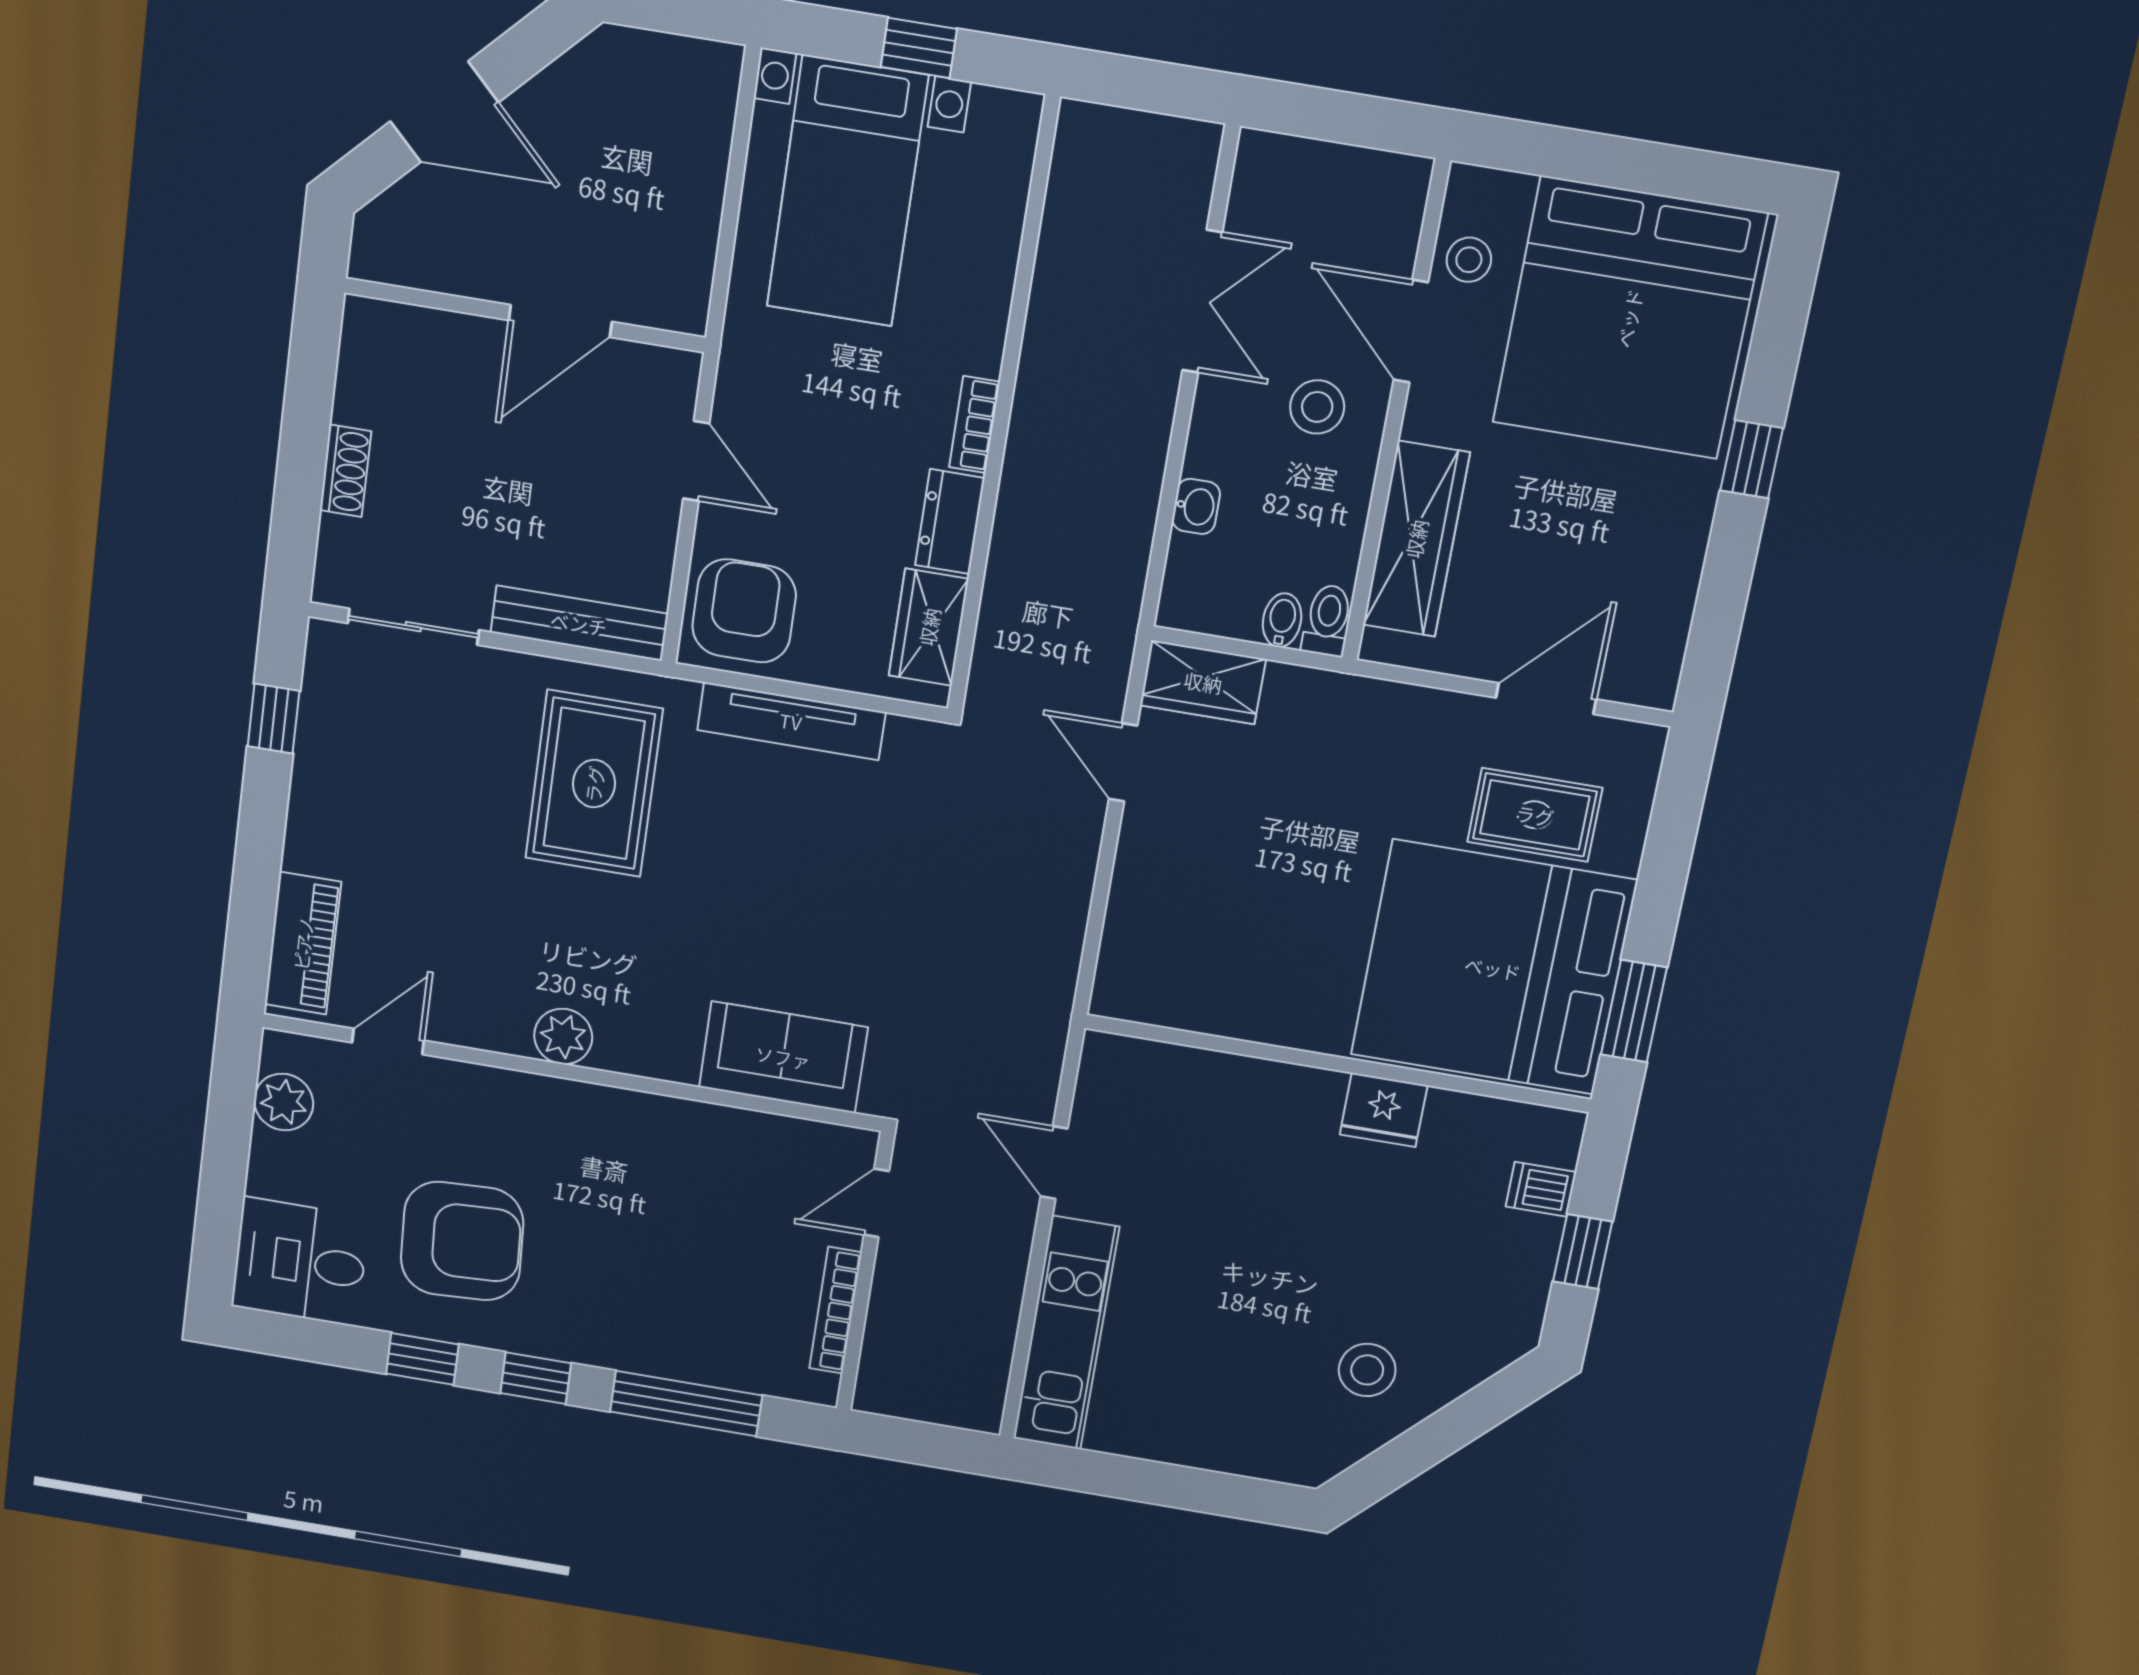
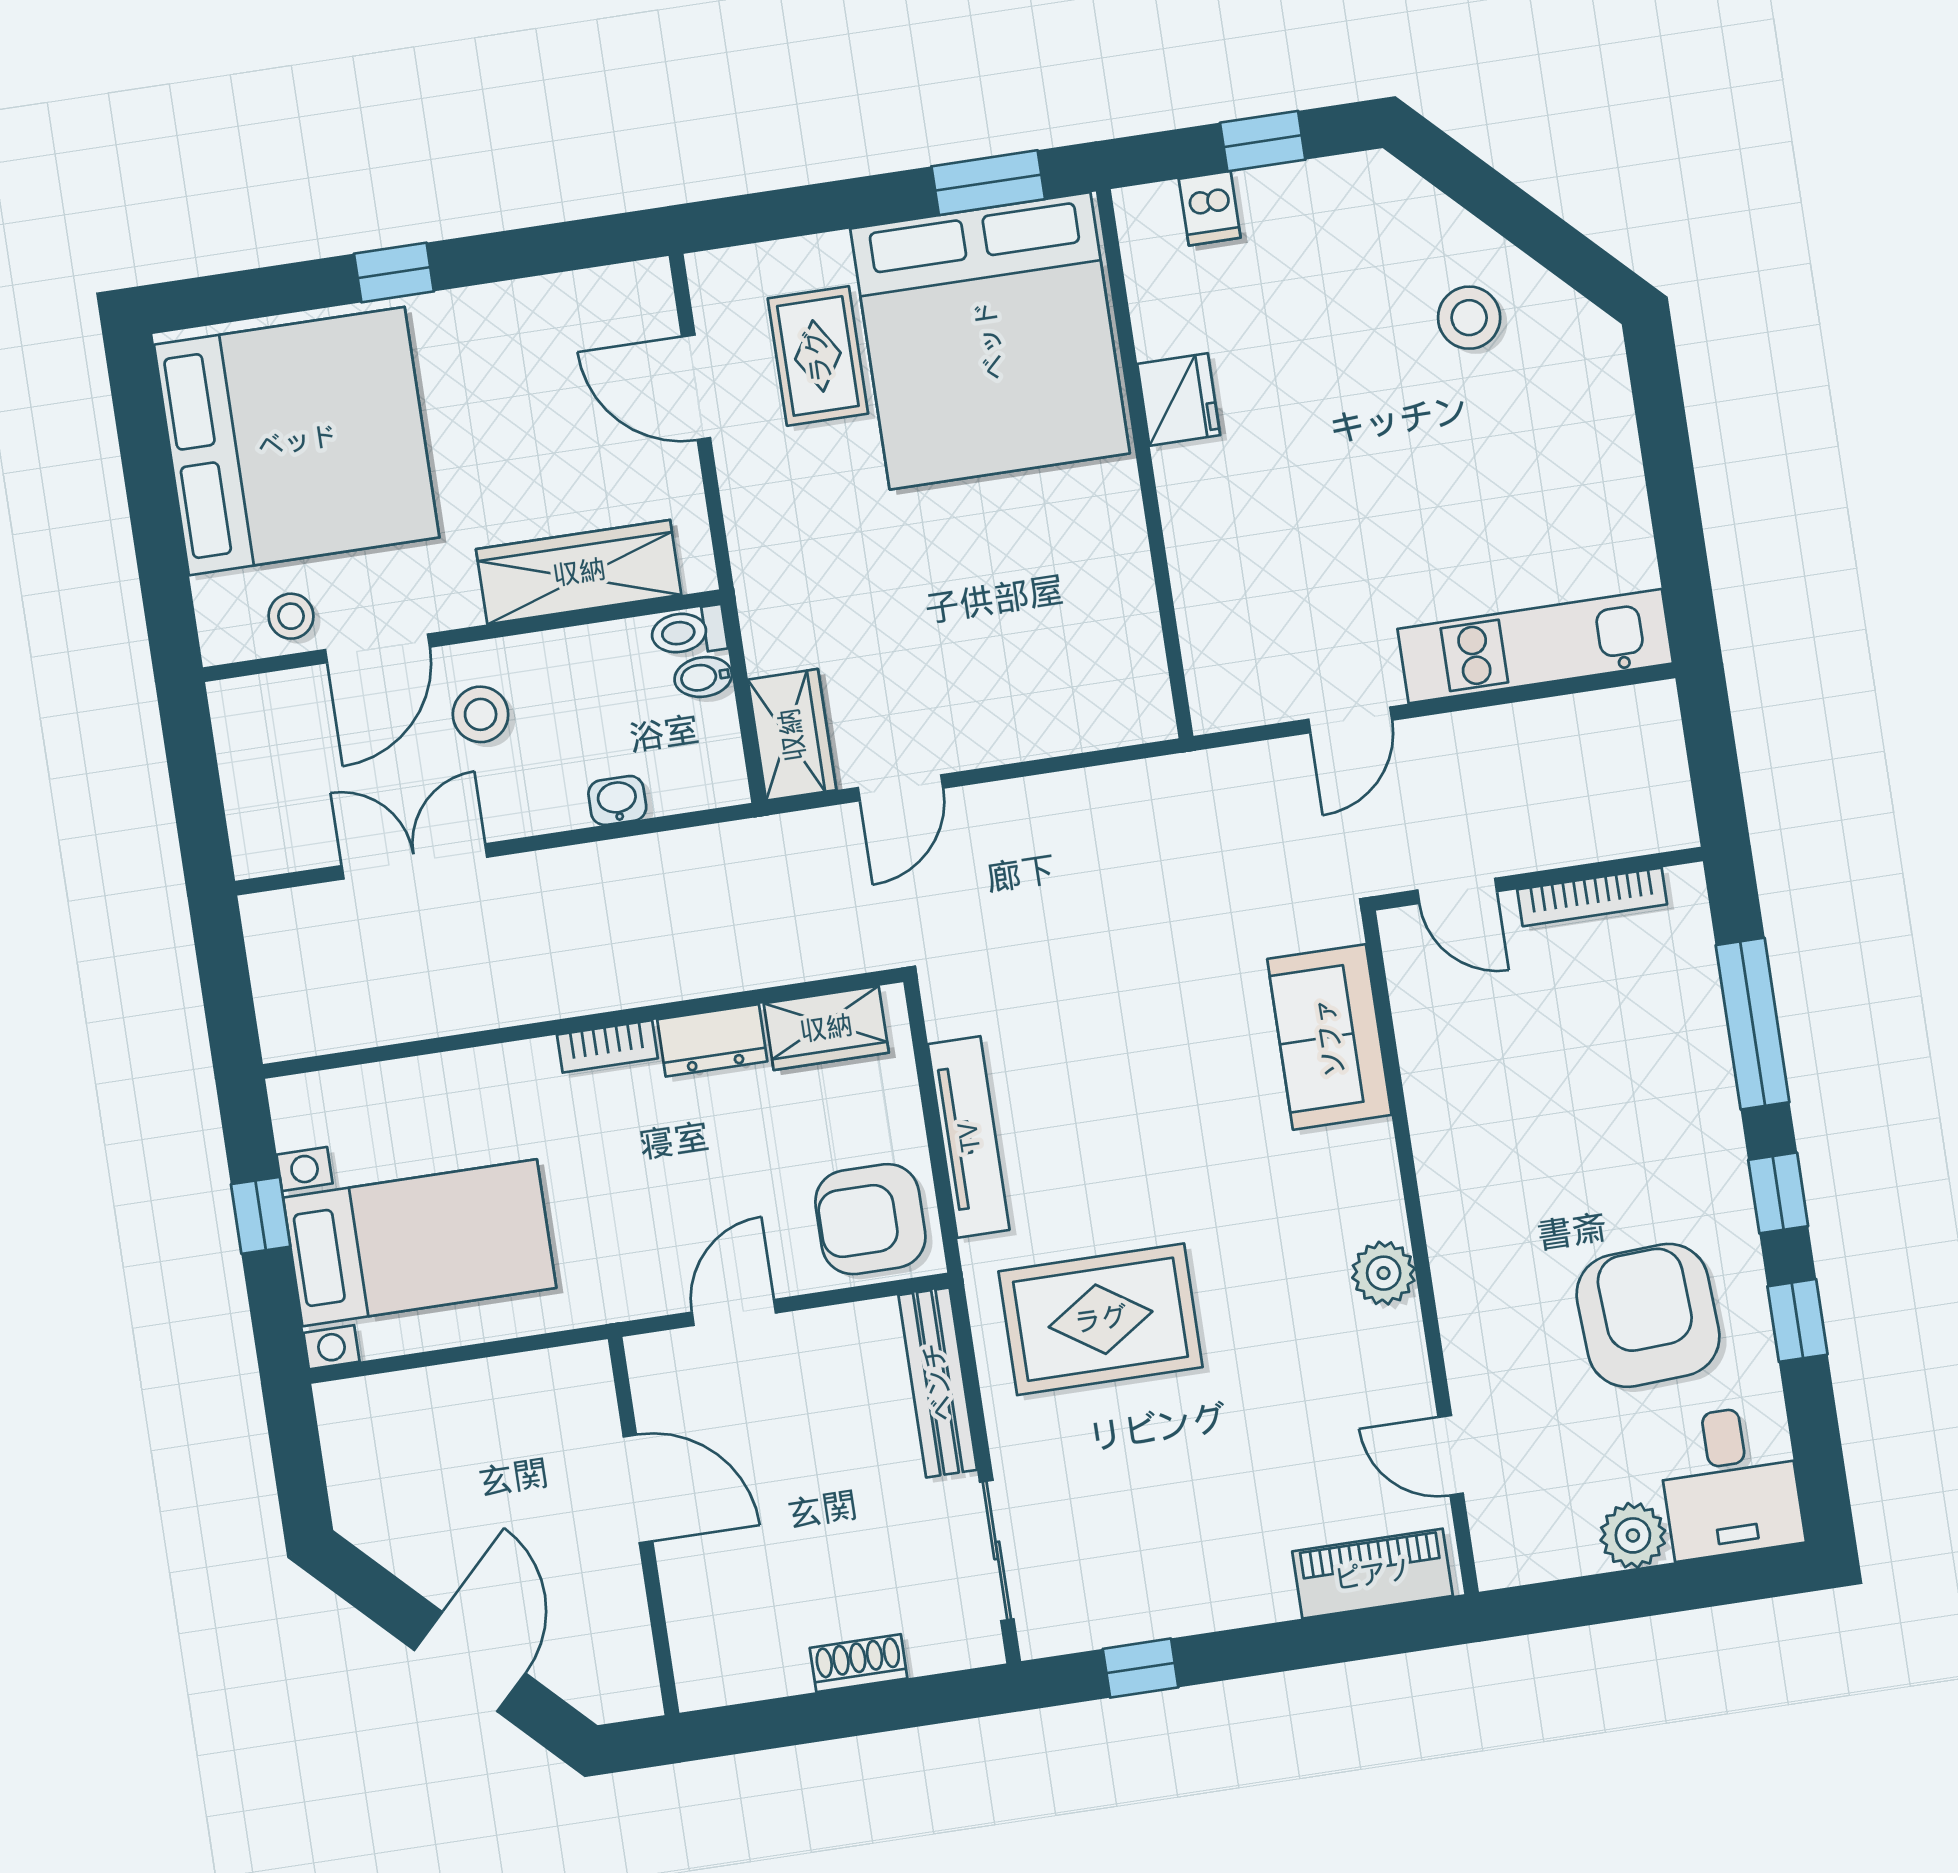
plant: (284, 1102) -> (1633, 1535), moved

